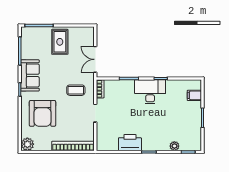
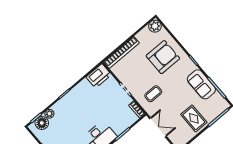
sofa: (30, 75) -> (201, 84), moved
armchair: (42, 113) -> (163, 57), turned 90
printer: (130, 143) -> (99, 76), moved
floor lamp: (187, 144) -> (42, 123), added

